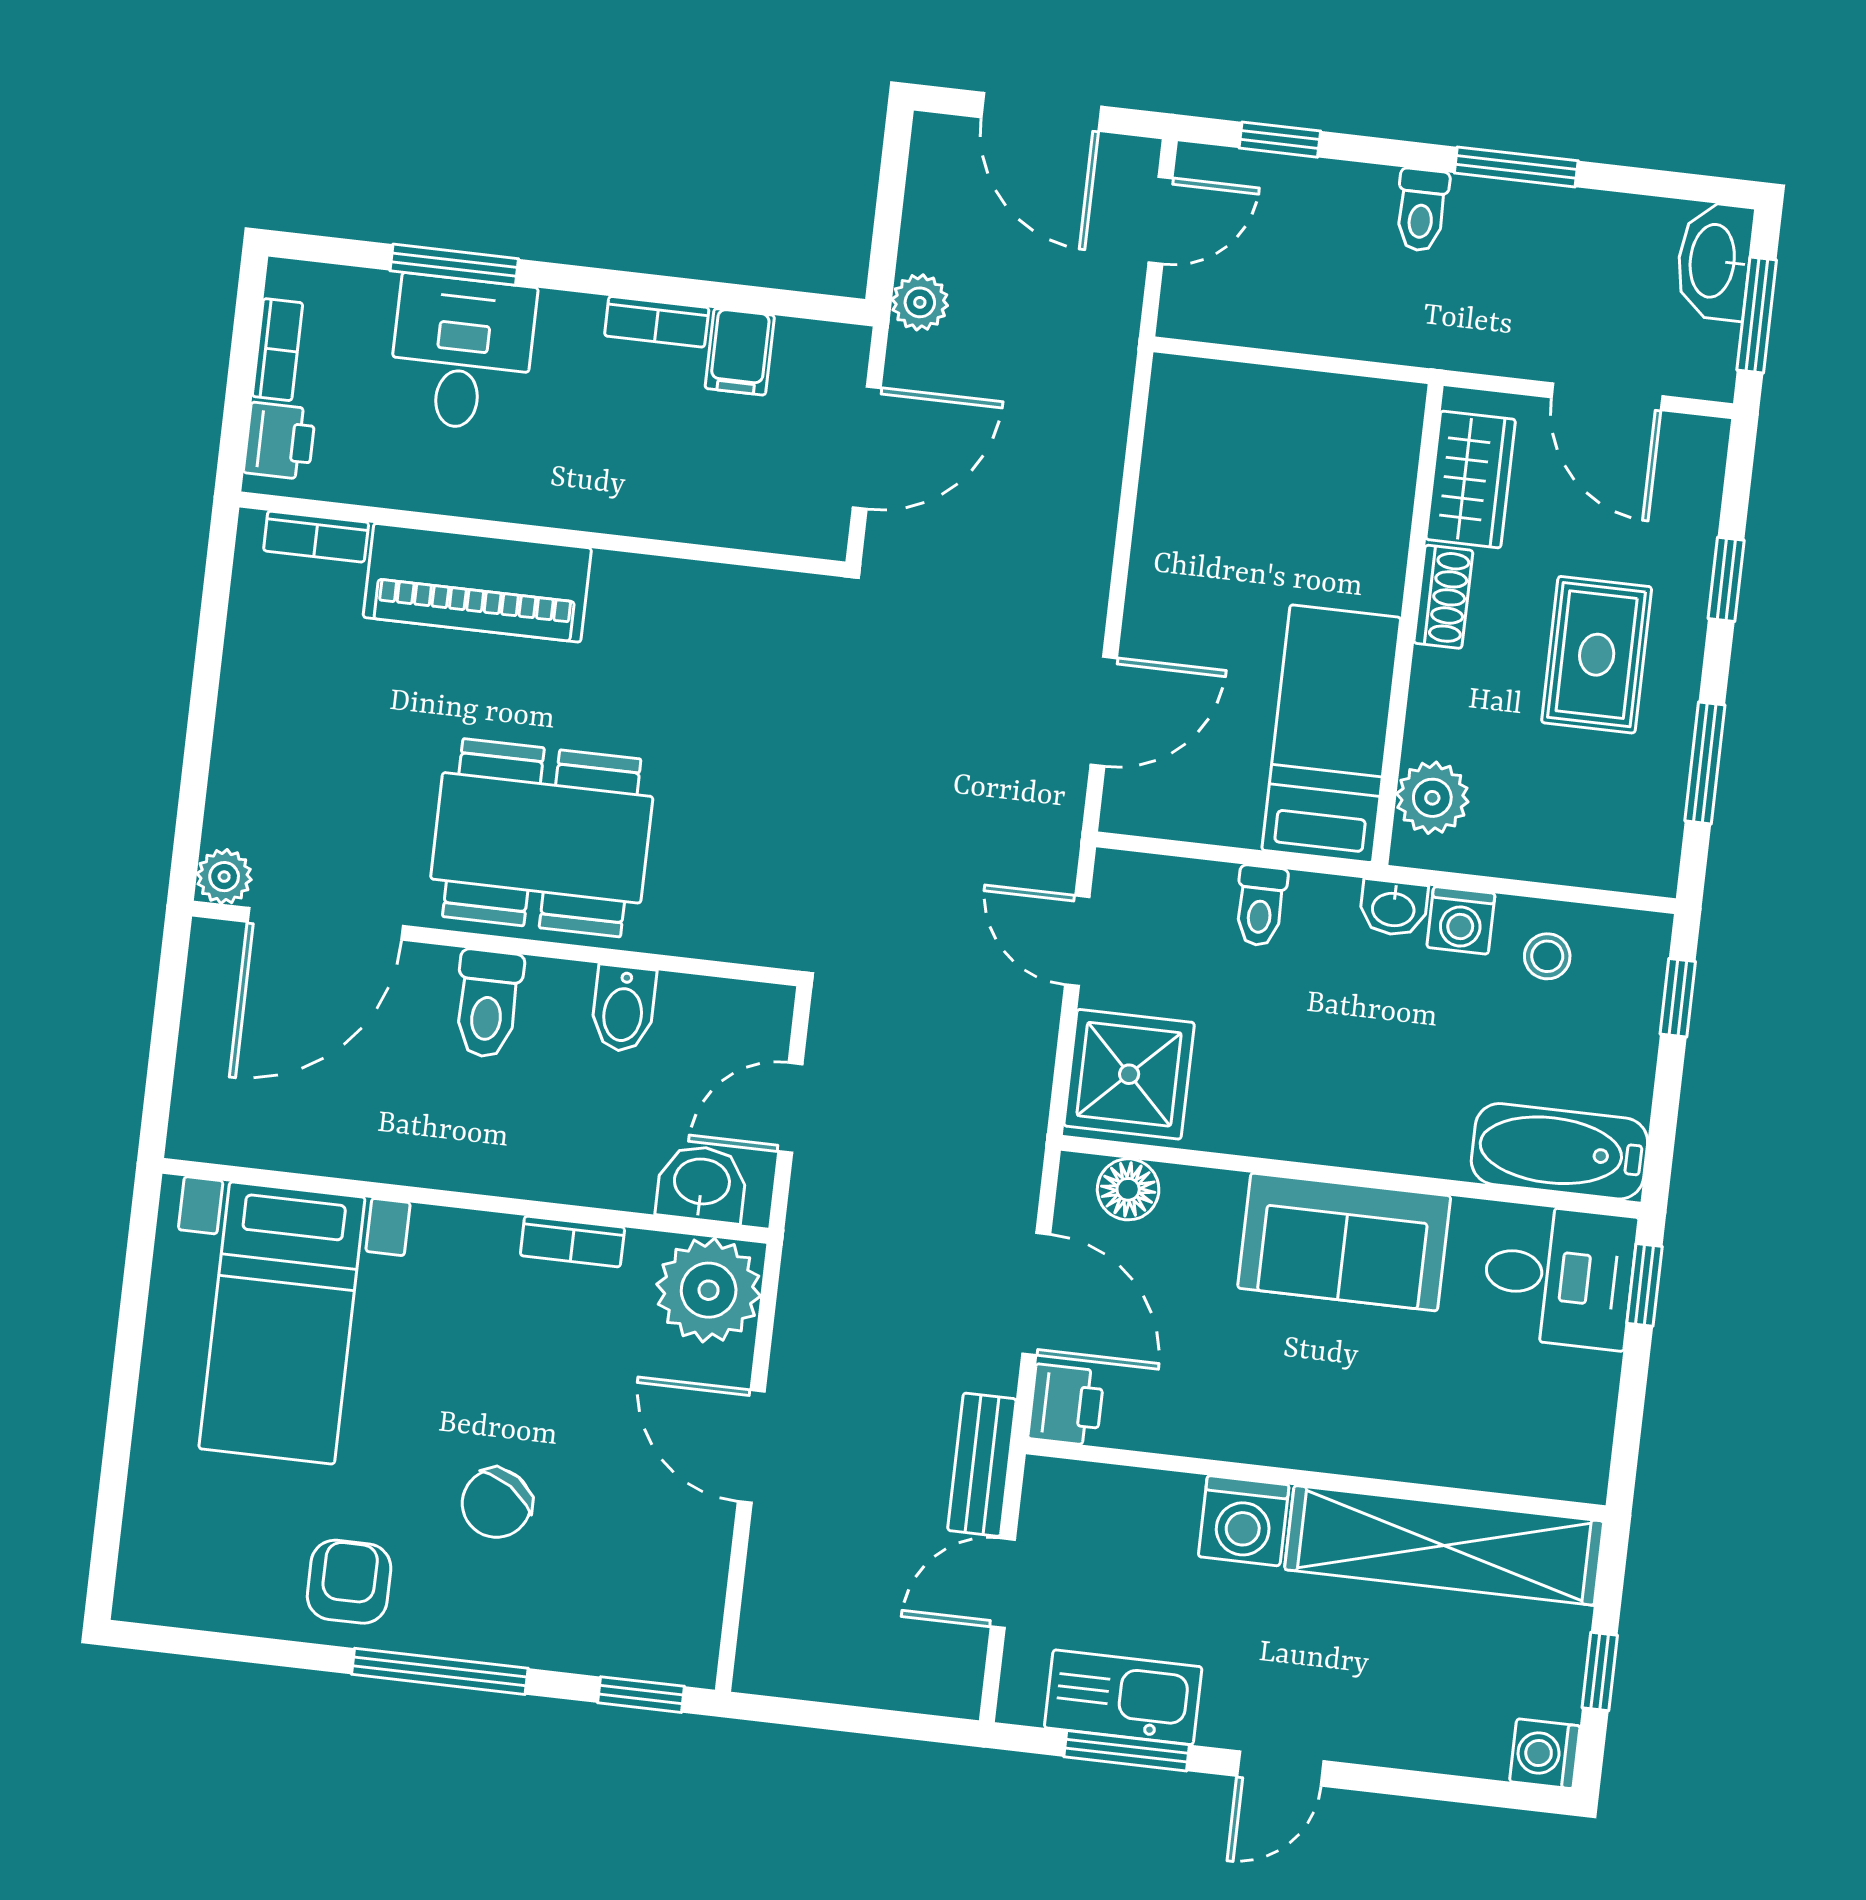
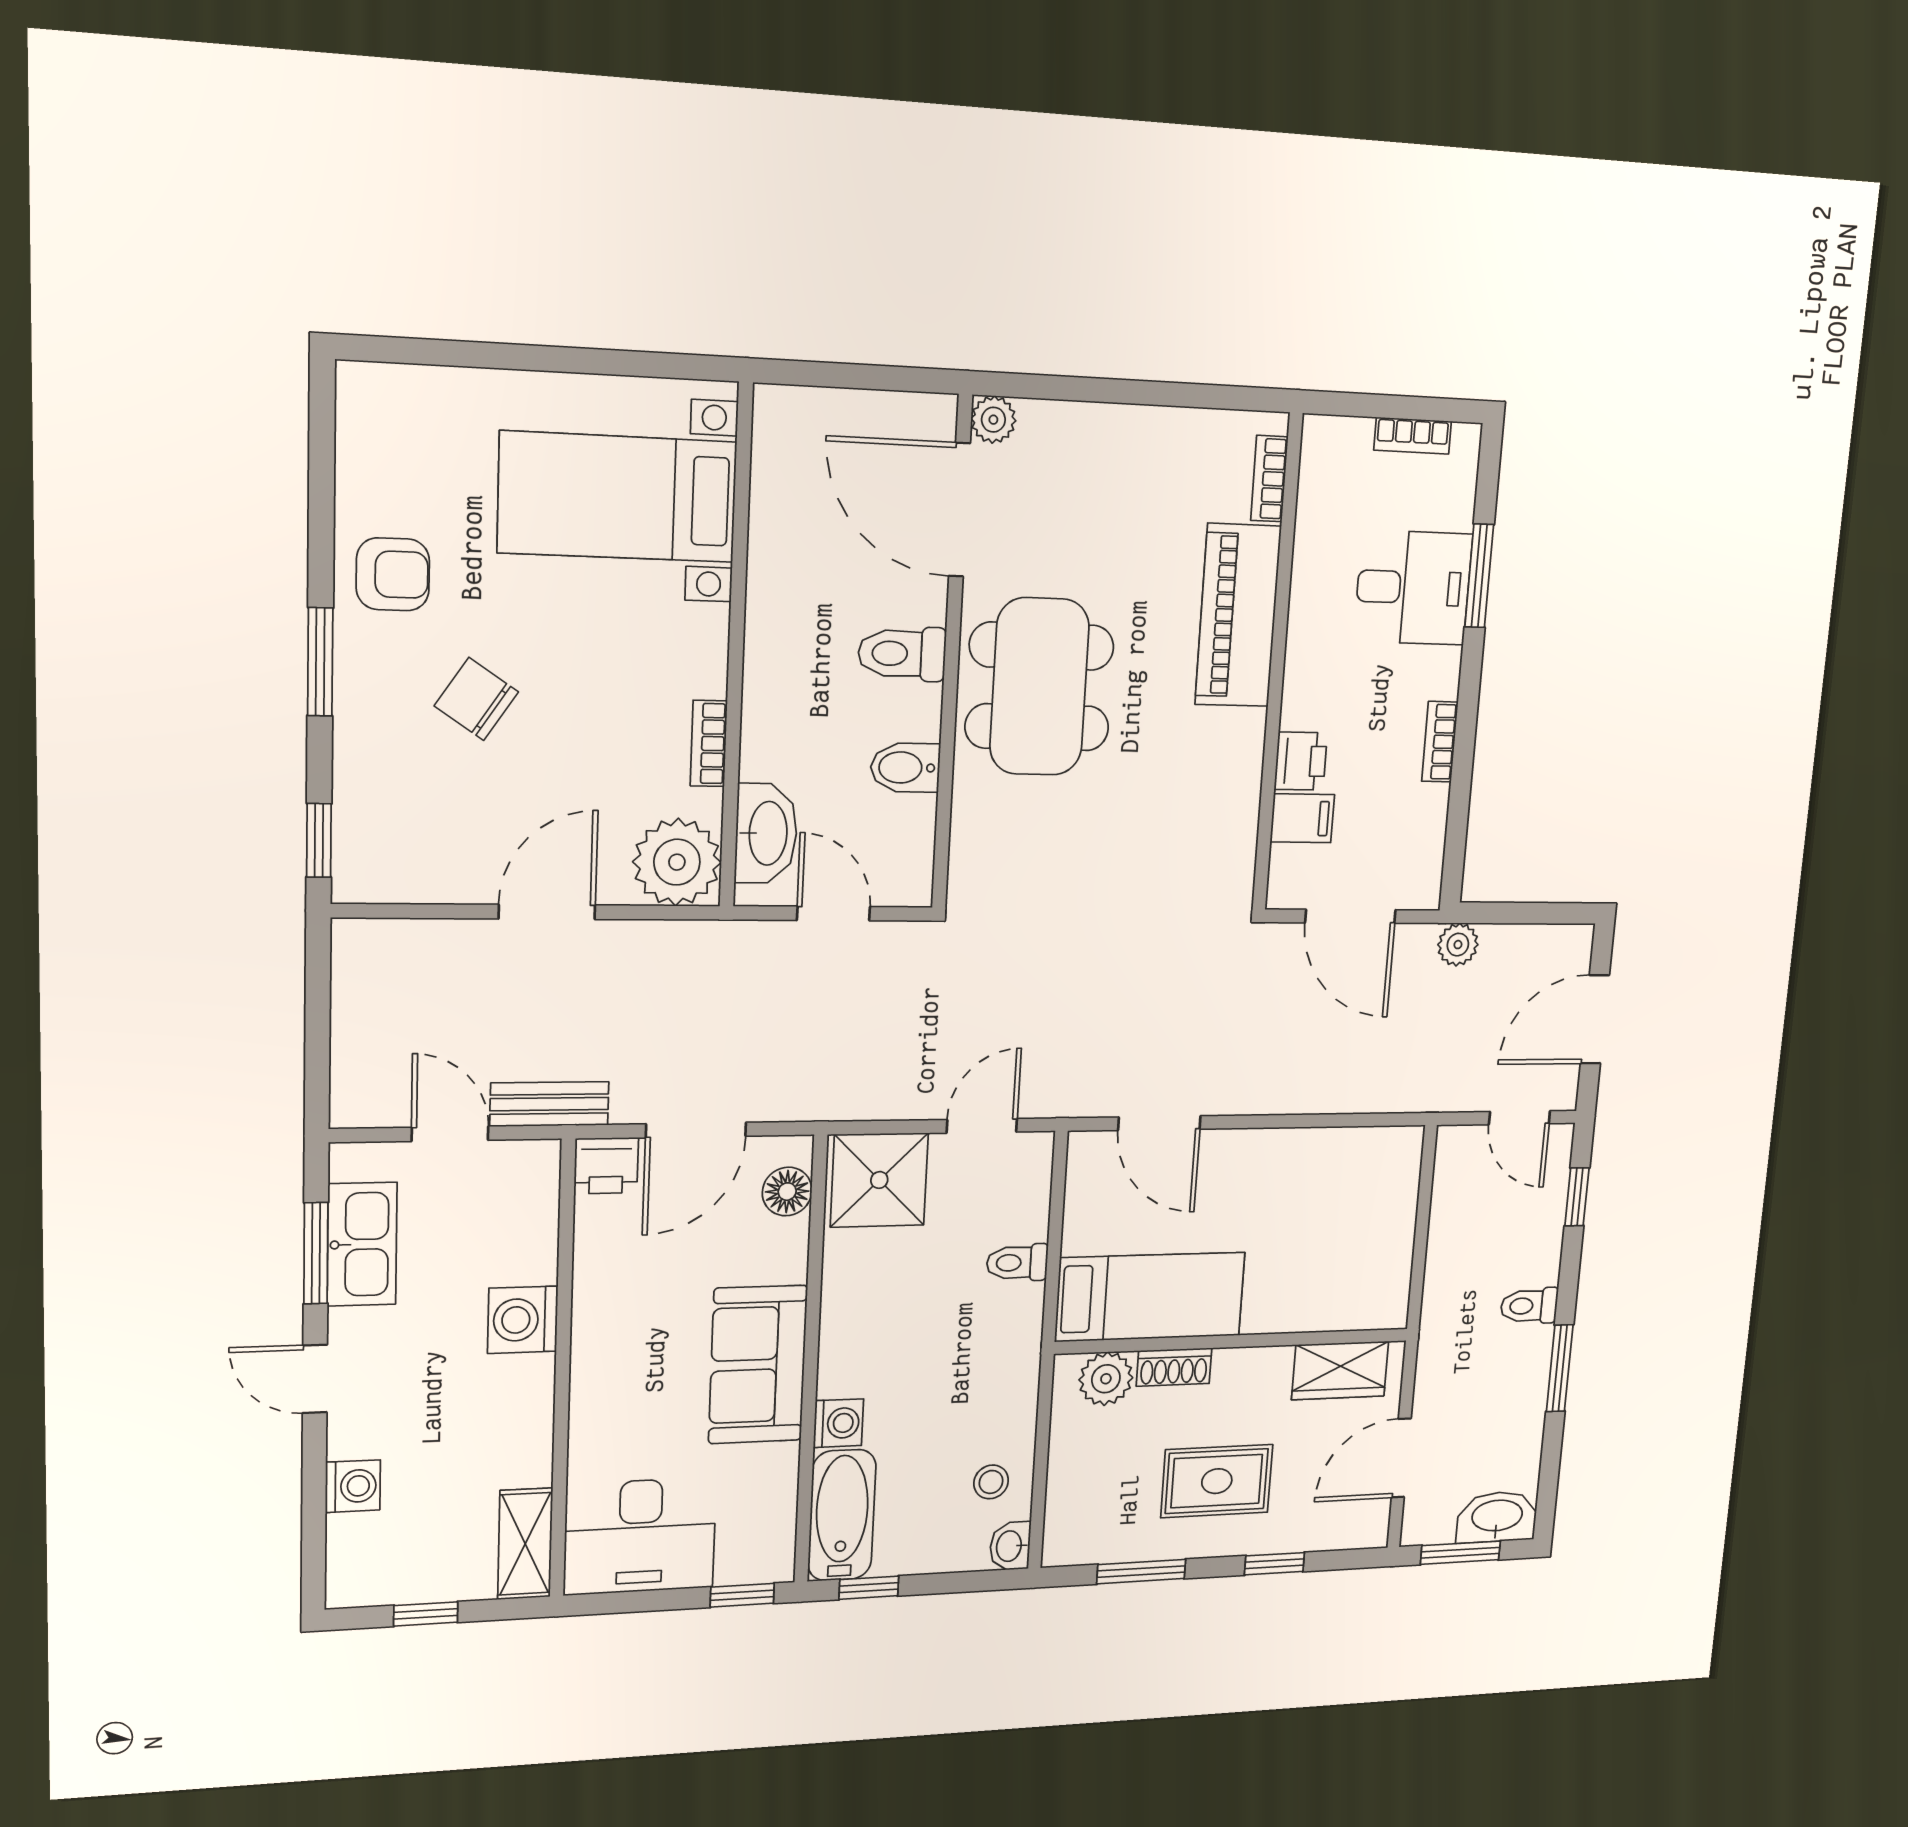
filing cabinet: (740, 352) -> (1302, 818), moved, turned 180
printer: (280, 441) -> (1301, 761), moved, turned -90
shoe rack: (1443, 597) -> (1174, 1367), moved
washbasin: (1393, 908) -> (1010, 1546), moved
washing machine: (1461, 920) -> (838, 1423), moved, turned 180
window: (1678, 998) -> (869, 1588), moved
washbasin: (702, 1184) -> (766, 833), width x1.38
desk: (1559, 1276) -> (640, 1536), moved, width x1.37
shelving: (1444, 1545) -> (525, 1544), width x0.45, depth x0.75
window: (440, 1671) -> (320, 662), width x0.69
washing machine: (1545, 1754) -> (353, 1486), moved, turned 90

